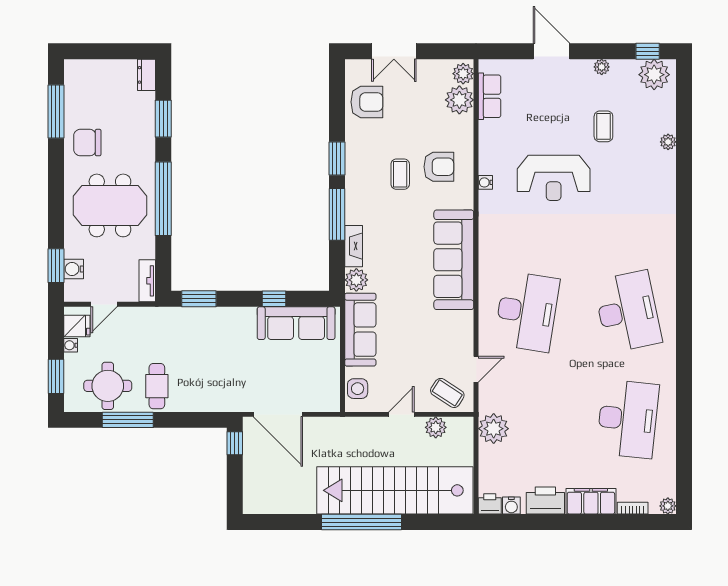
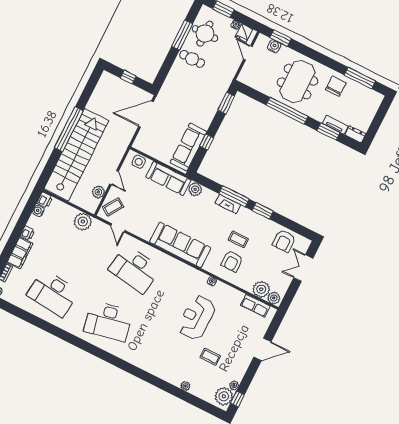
plant: (602, 67) -> (234, 385), moved
fireplace: (354, 246) -> (228, 204), moved
tv unit: (147, 281) -> (335, 125), moved
window: (235, 443) -> (128, 77), moved
printer: (545, 500) -> (28, 233), width x0.53, depth x0.68

